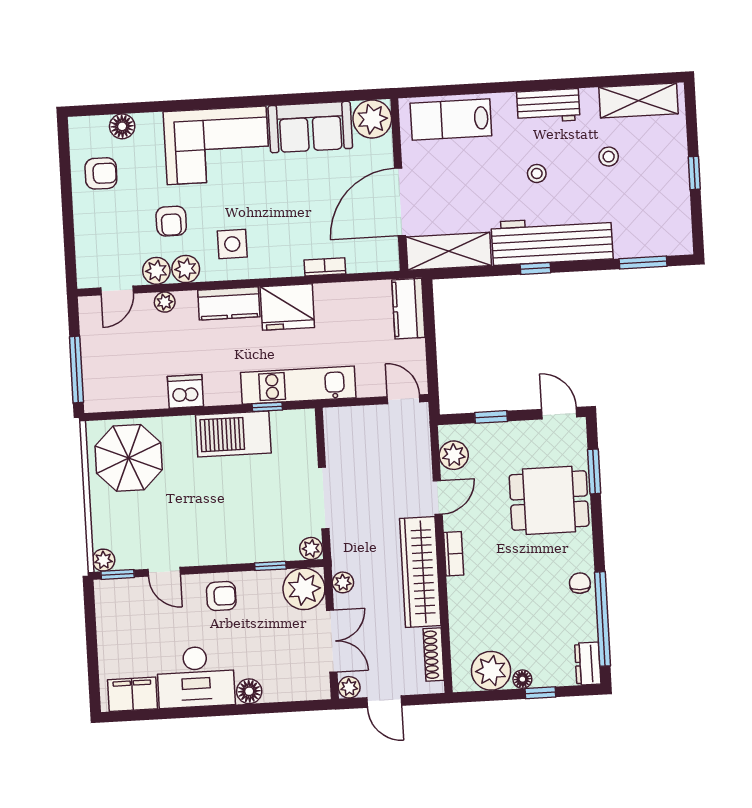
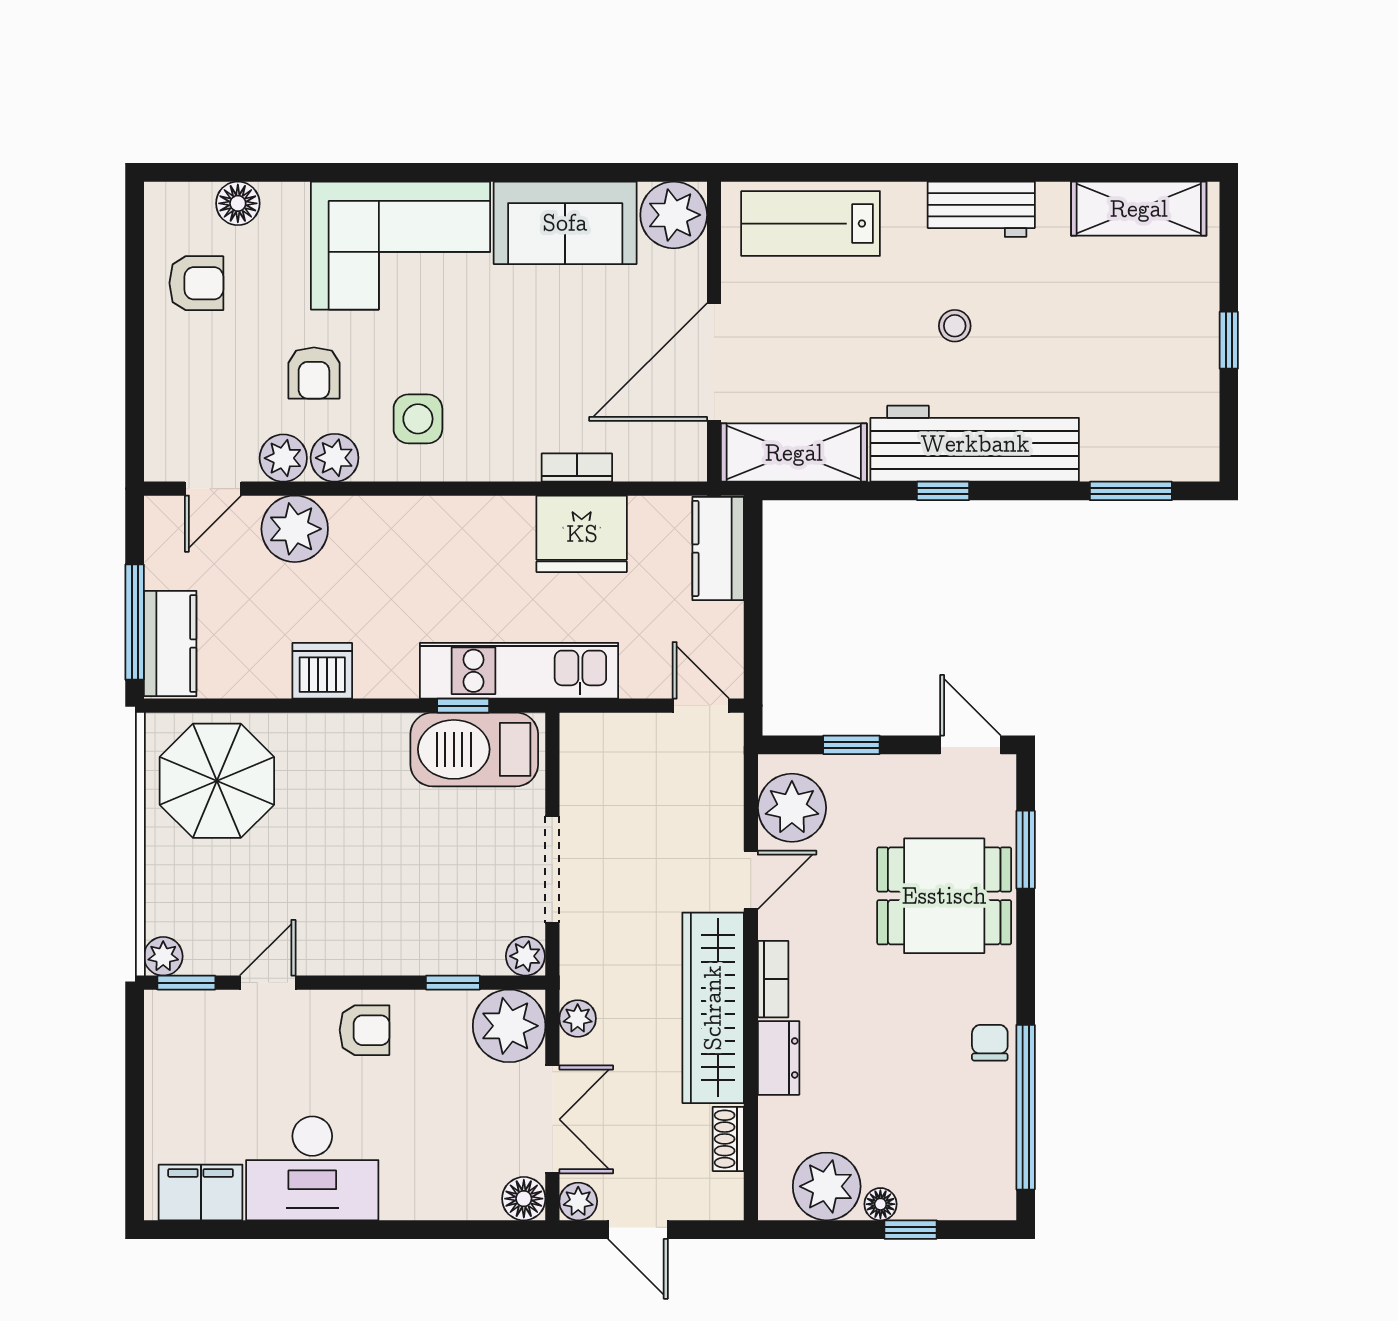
stool: (609, 157) -> (1081, 303), removed
plant: (165, 302) -> (295, 529), width x1.88, depth x1.88
kitchen counter: (229, 303) -> (170, 643), moved, turned -90
fridge: (287, 307) -> (582, 534), moved
barbecue: (233, 434) -> (474, 749), moved
plant: (454, 455) -> (792, 808), width x1.36, depth x1.36
door: (164, 572) -> (268, 983), swing flipped
shoe rack: (434, 655) -> (728, 1139), width x0.70
dresser: (588, 664) -> (779, 1058), moved, turned 180
floor lamp: (249, 691) -> (524, 1199), moved

